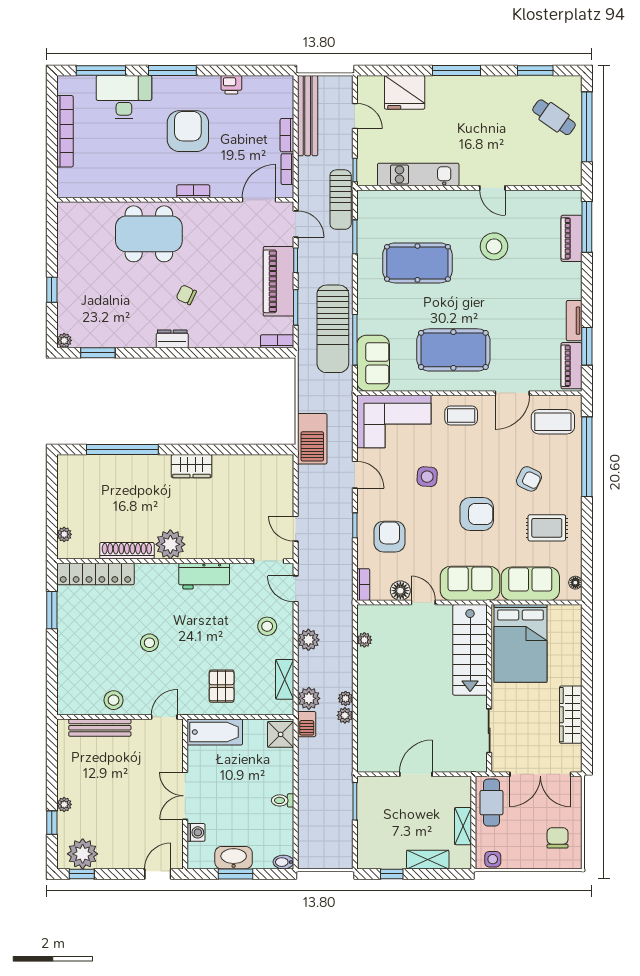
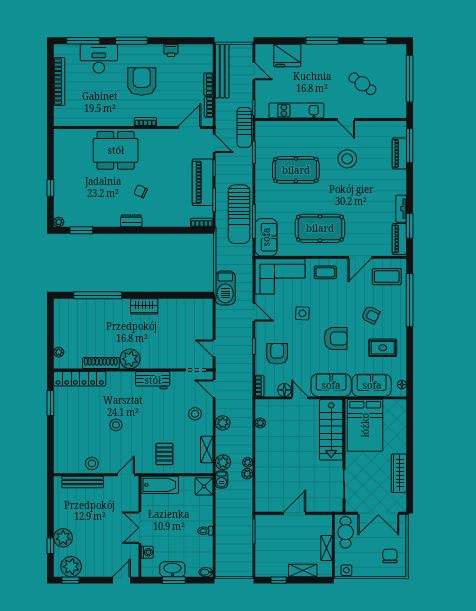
cafe table: (554, 117) -> (362, 84), moved
plant: (64, 804) -> (63, 538), width x1.87, depth x1.87

